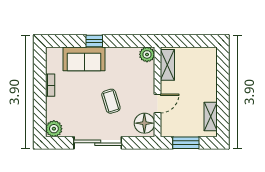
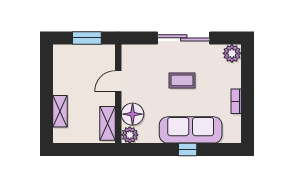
sofa: (84, 59) -> (191, 130), width x1.36
coffee table: (111, 101) -> (182, 80), moved, turned -73
shelving: (211, 117) -> (60, 111), moved
floor lamp: (144, 123) -> (133, 114), moved

